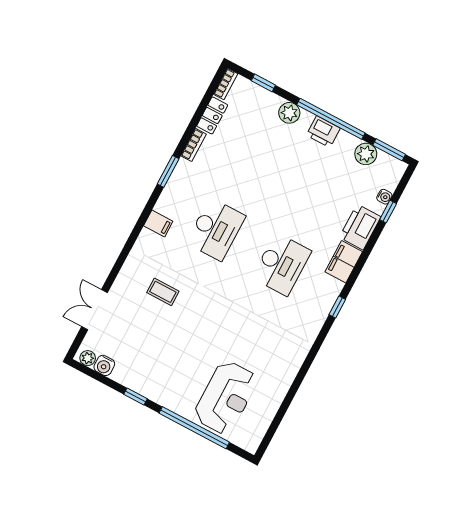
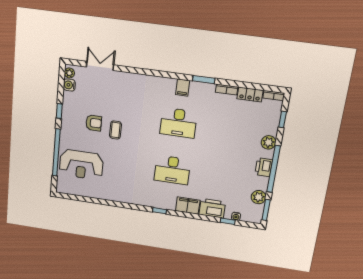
filing cabinet: (158, 224) -> (183, 88), moved
coffee table: (163, 292) -> (116, 130), moved
armchair: (171, 353) -> (94, 123), added

